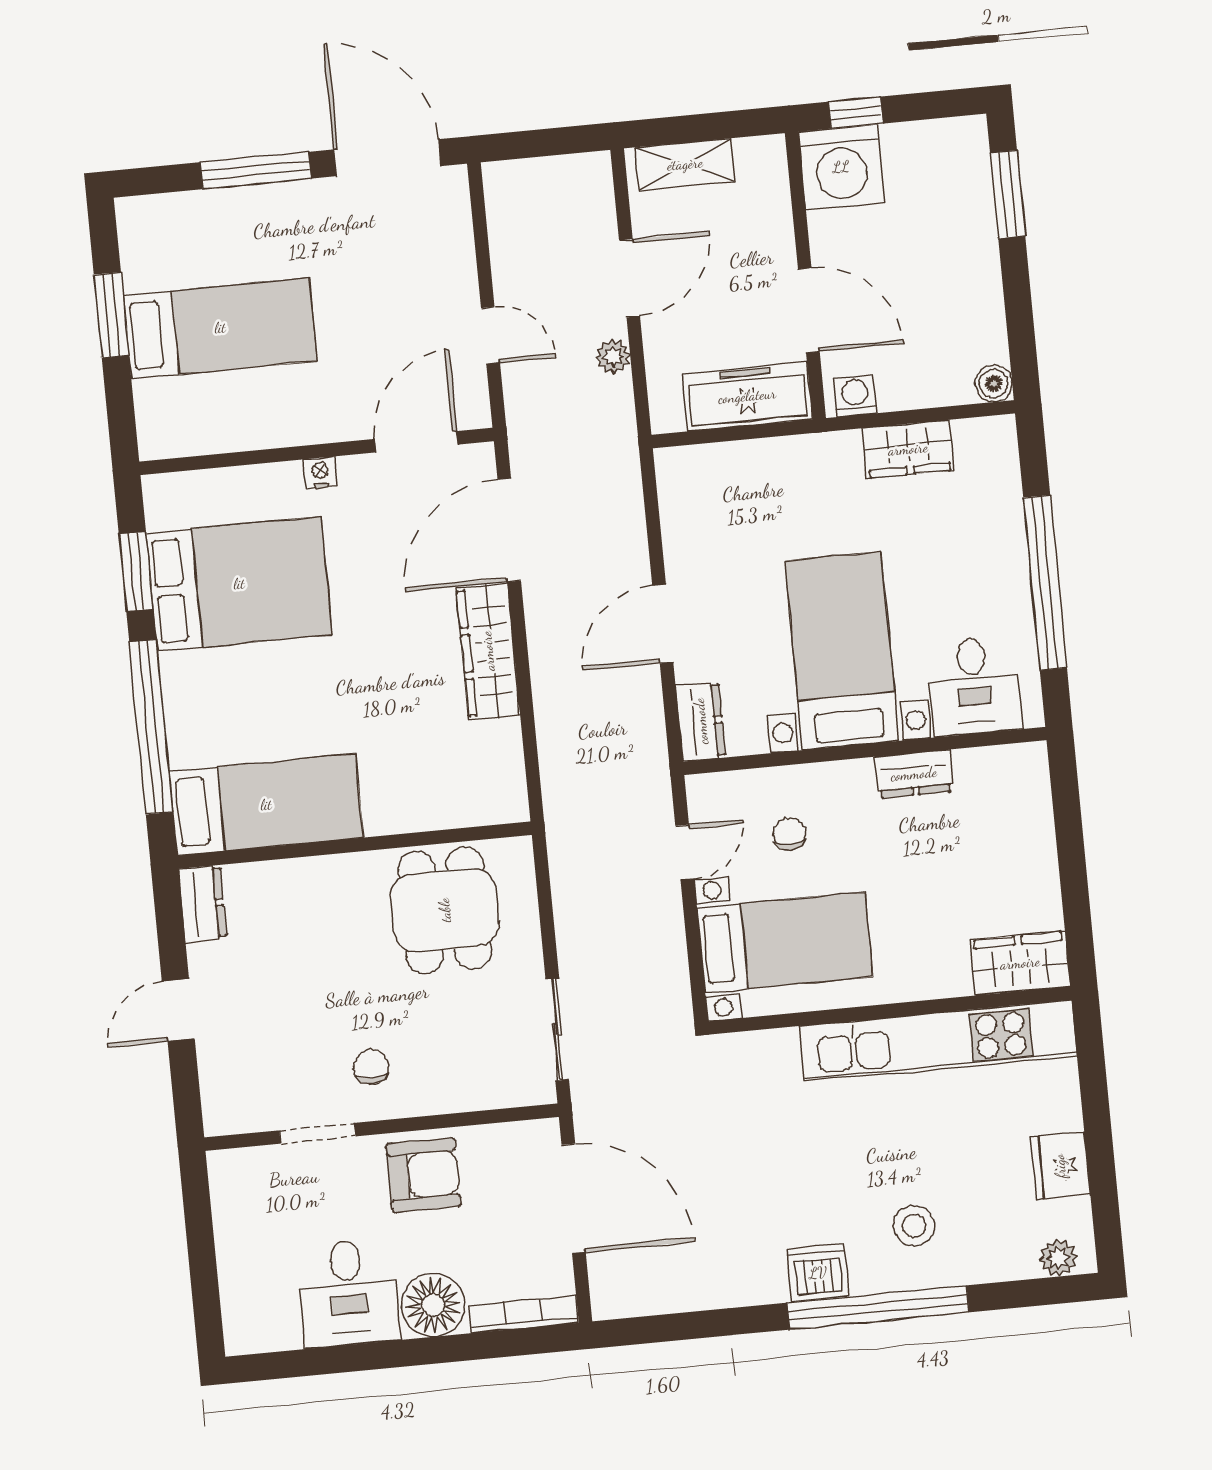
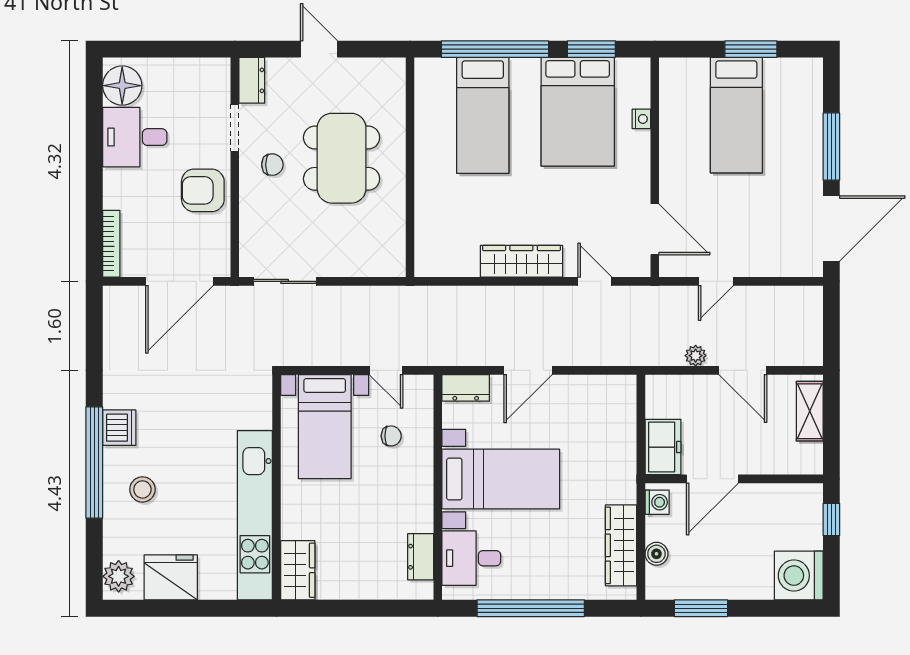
washing machine: (841, 167) -> (799, 576), moved
window: (1008, 194) -> (701, 608), moved
boiler: (994, 383) -> (656, 554), moved
freezer: (747, 396) -> (663, 447), width x0.71
wardrobe: (908, 449) -> (621, 545), width x1.50
nightstand: (320, 473) -> (641, 119), moved
door: (509, 530) -> (595, 281), width x0.53
door: (663, 624) -> (528, 370), swing flipped
dresser: (914, 774) -> (421, 557), moved
bed: (266, 805) -> (483, 115), moved
dresser: (202, 904) -> (252, 80), moved, turned -90
dining table: (445, 910) -> (342, 158), moved, width x1.38
fridge: (1060, 1166) -> (171, 577), width x1.36, depth x1.34
armchair: (424, 1175) -> (203, 190), turned 90
plant: (1058, 1258) -> (119, 576), width x1.38, depth x1.38
floor lamp: (433, 1305) -> (122, 86), moved

